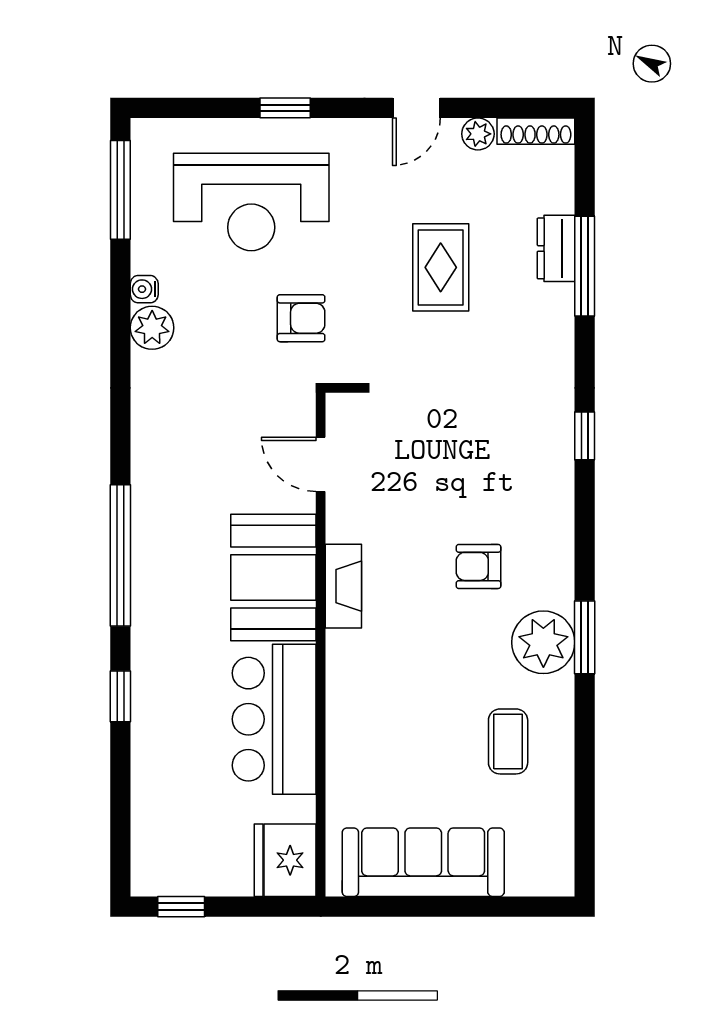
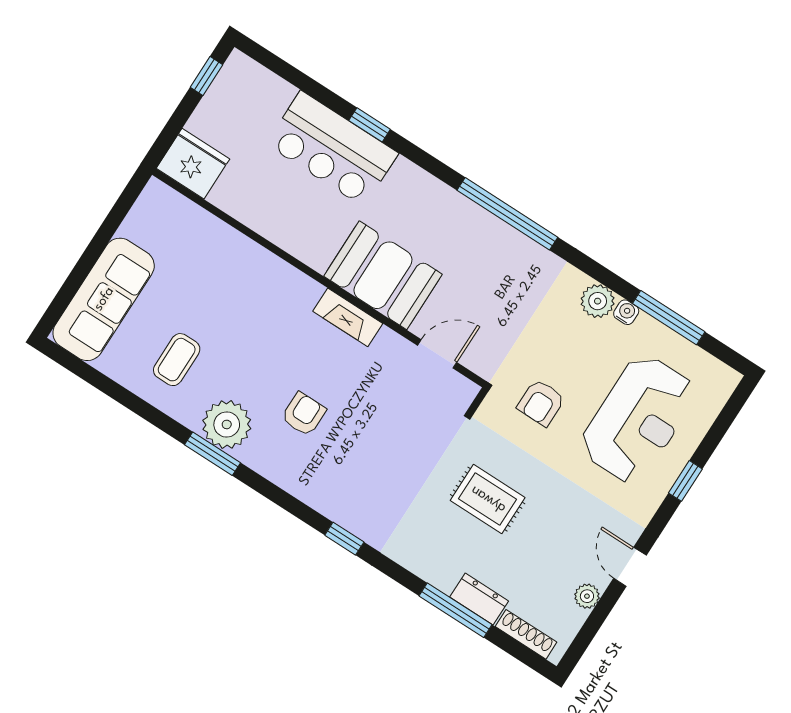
shoe rack: (536, 131) -> (526, 634), moved, turned 90
window: (120, 190) -> (669, 318), moved
reception desk: (251, 202) -> (638, 419), turned 180
rug: (441, 267) -> (488, 499), moved
window: (120, 555) -> (507, 214), moved
bar counter: (274, 719) -> (332, 149), moved, turned 180
coffee table: (508, 741) -> (177, 360), turned 90
sofa: (423, 862) -> (104, 299), moved

